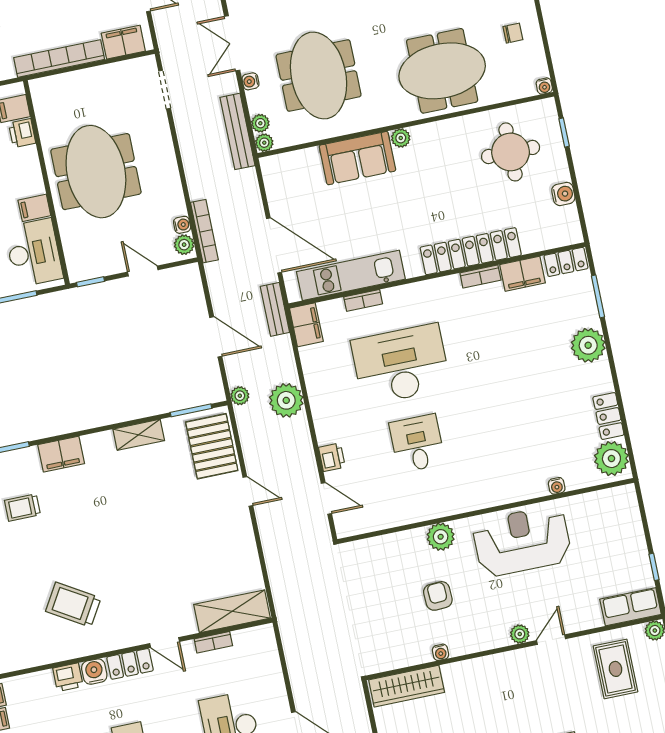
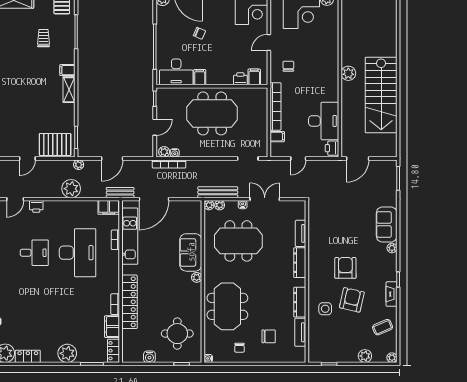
filing cabinet: (123, 42) -> (277, 137), width x0.50
shelving: (139, 435) -> (69, 90), moved
filing cabinet: (61, 454) -> (67, 70), width x0.50

